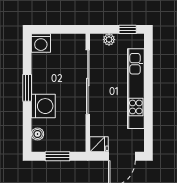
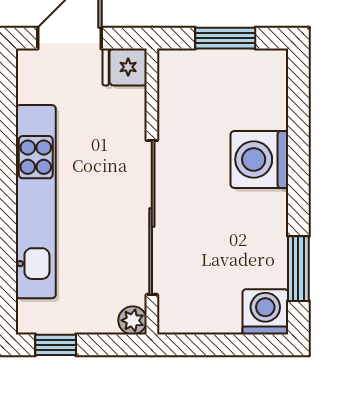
plant: (109, 39) -> (133, 320), moved
window: (27, 88) -> (298, 269), moved
boiler: (38, 134) -> (273, 92), removed

